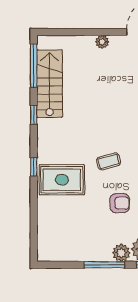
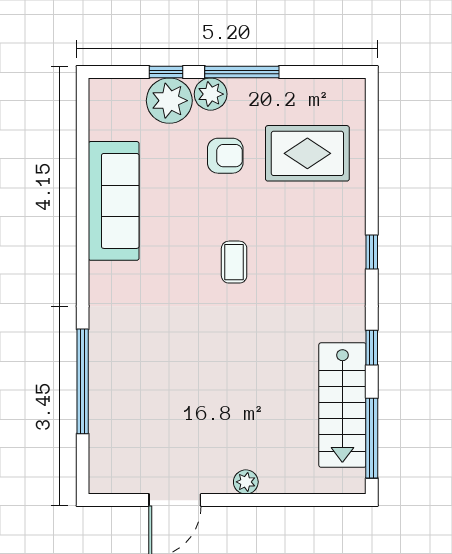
coffee table: (109, 161) -> (234, 262), turned -74
rug: (62, 180) -> (307, 153), moved
armchair: (120, 203) -> (225, 156), moved, turned 180

